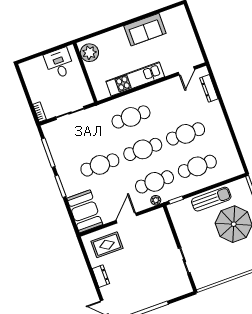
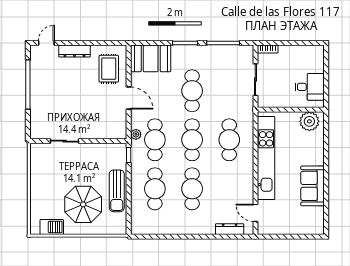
kitchen unit: (135, 79) -> (266, 158), width x1.36
dresser: (101, 276) -> (74, 51), width x1.44

